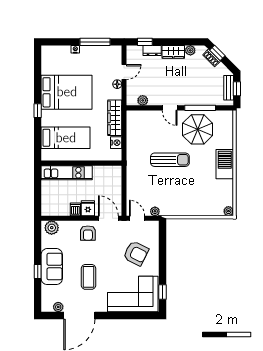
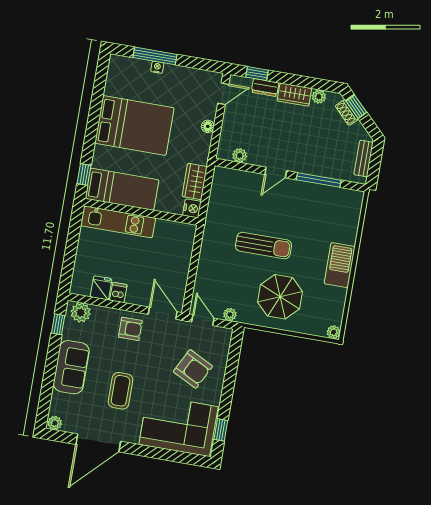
window: (95, 42) -> (155, 56), moved
door: (124, 72) -> (223, 94), moved
window: (237, 89) -> (375, 162), removed
door: (170, 108) -> (276, 173), hinge flipped
window: (38, 111) -> (84, 175), moved
wardrobe: (115, 118) -> (195, 181), width x0.67
parasol: (198, 129) -> (280, 297), moved
wall: (81, 163) -> (141, 212), moved
kitchen unit: (67, 173) -> (118, 222), moved
fridge: (88, 208) -> (101, 288), moved
armchair: (88, 233) -> (130, 329), turned -90
window: (38, 272) -> (58, 324), moved
plant: (58, 307) -> (55, 423), moved

